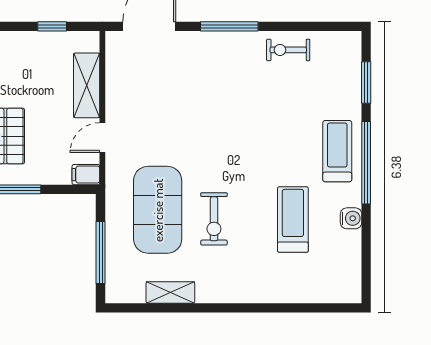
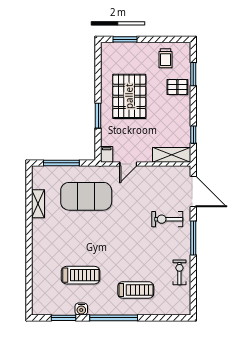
window: (366, 82) -> (64, 318), moved
shelving: (87, 85) -> (172, 155), moved
door: (102, 138) -> (128, 164), swing flipped
treadmill: (337, 151) -> (136, 290), moved
exercise bike: (214, 219) -> (167, 219), moved

